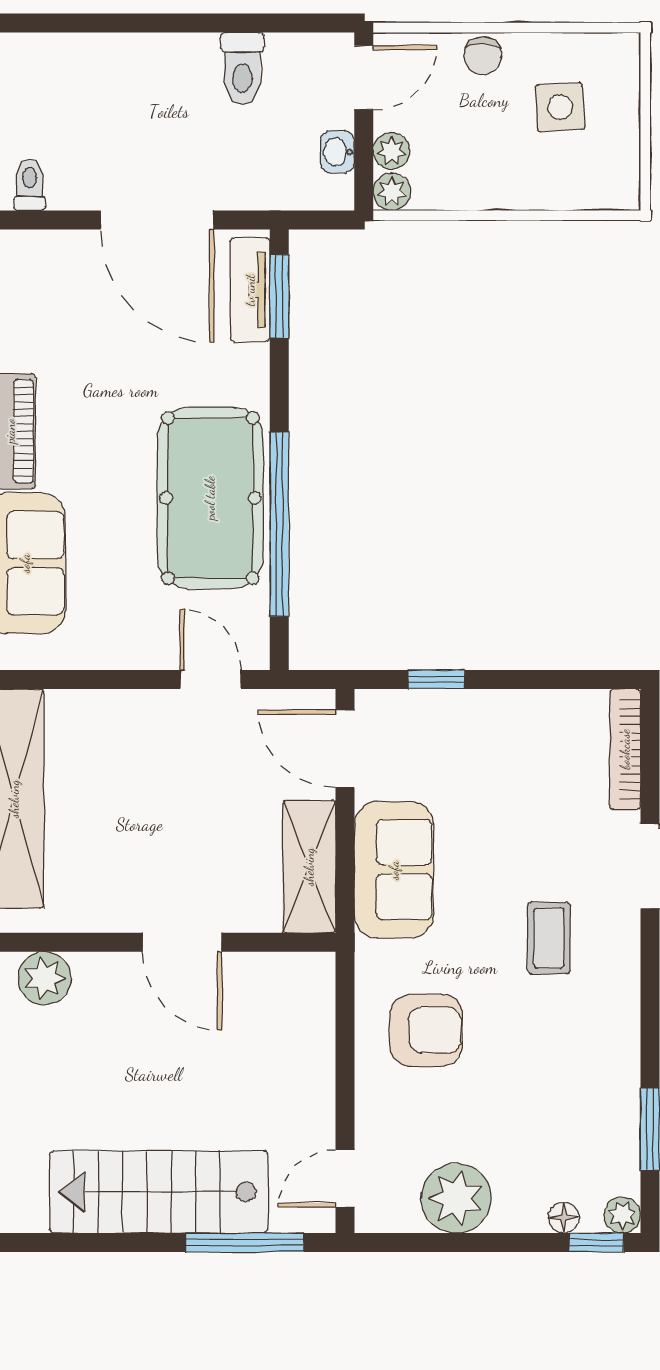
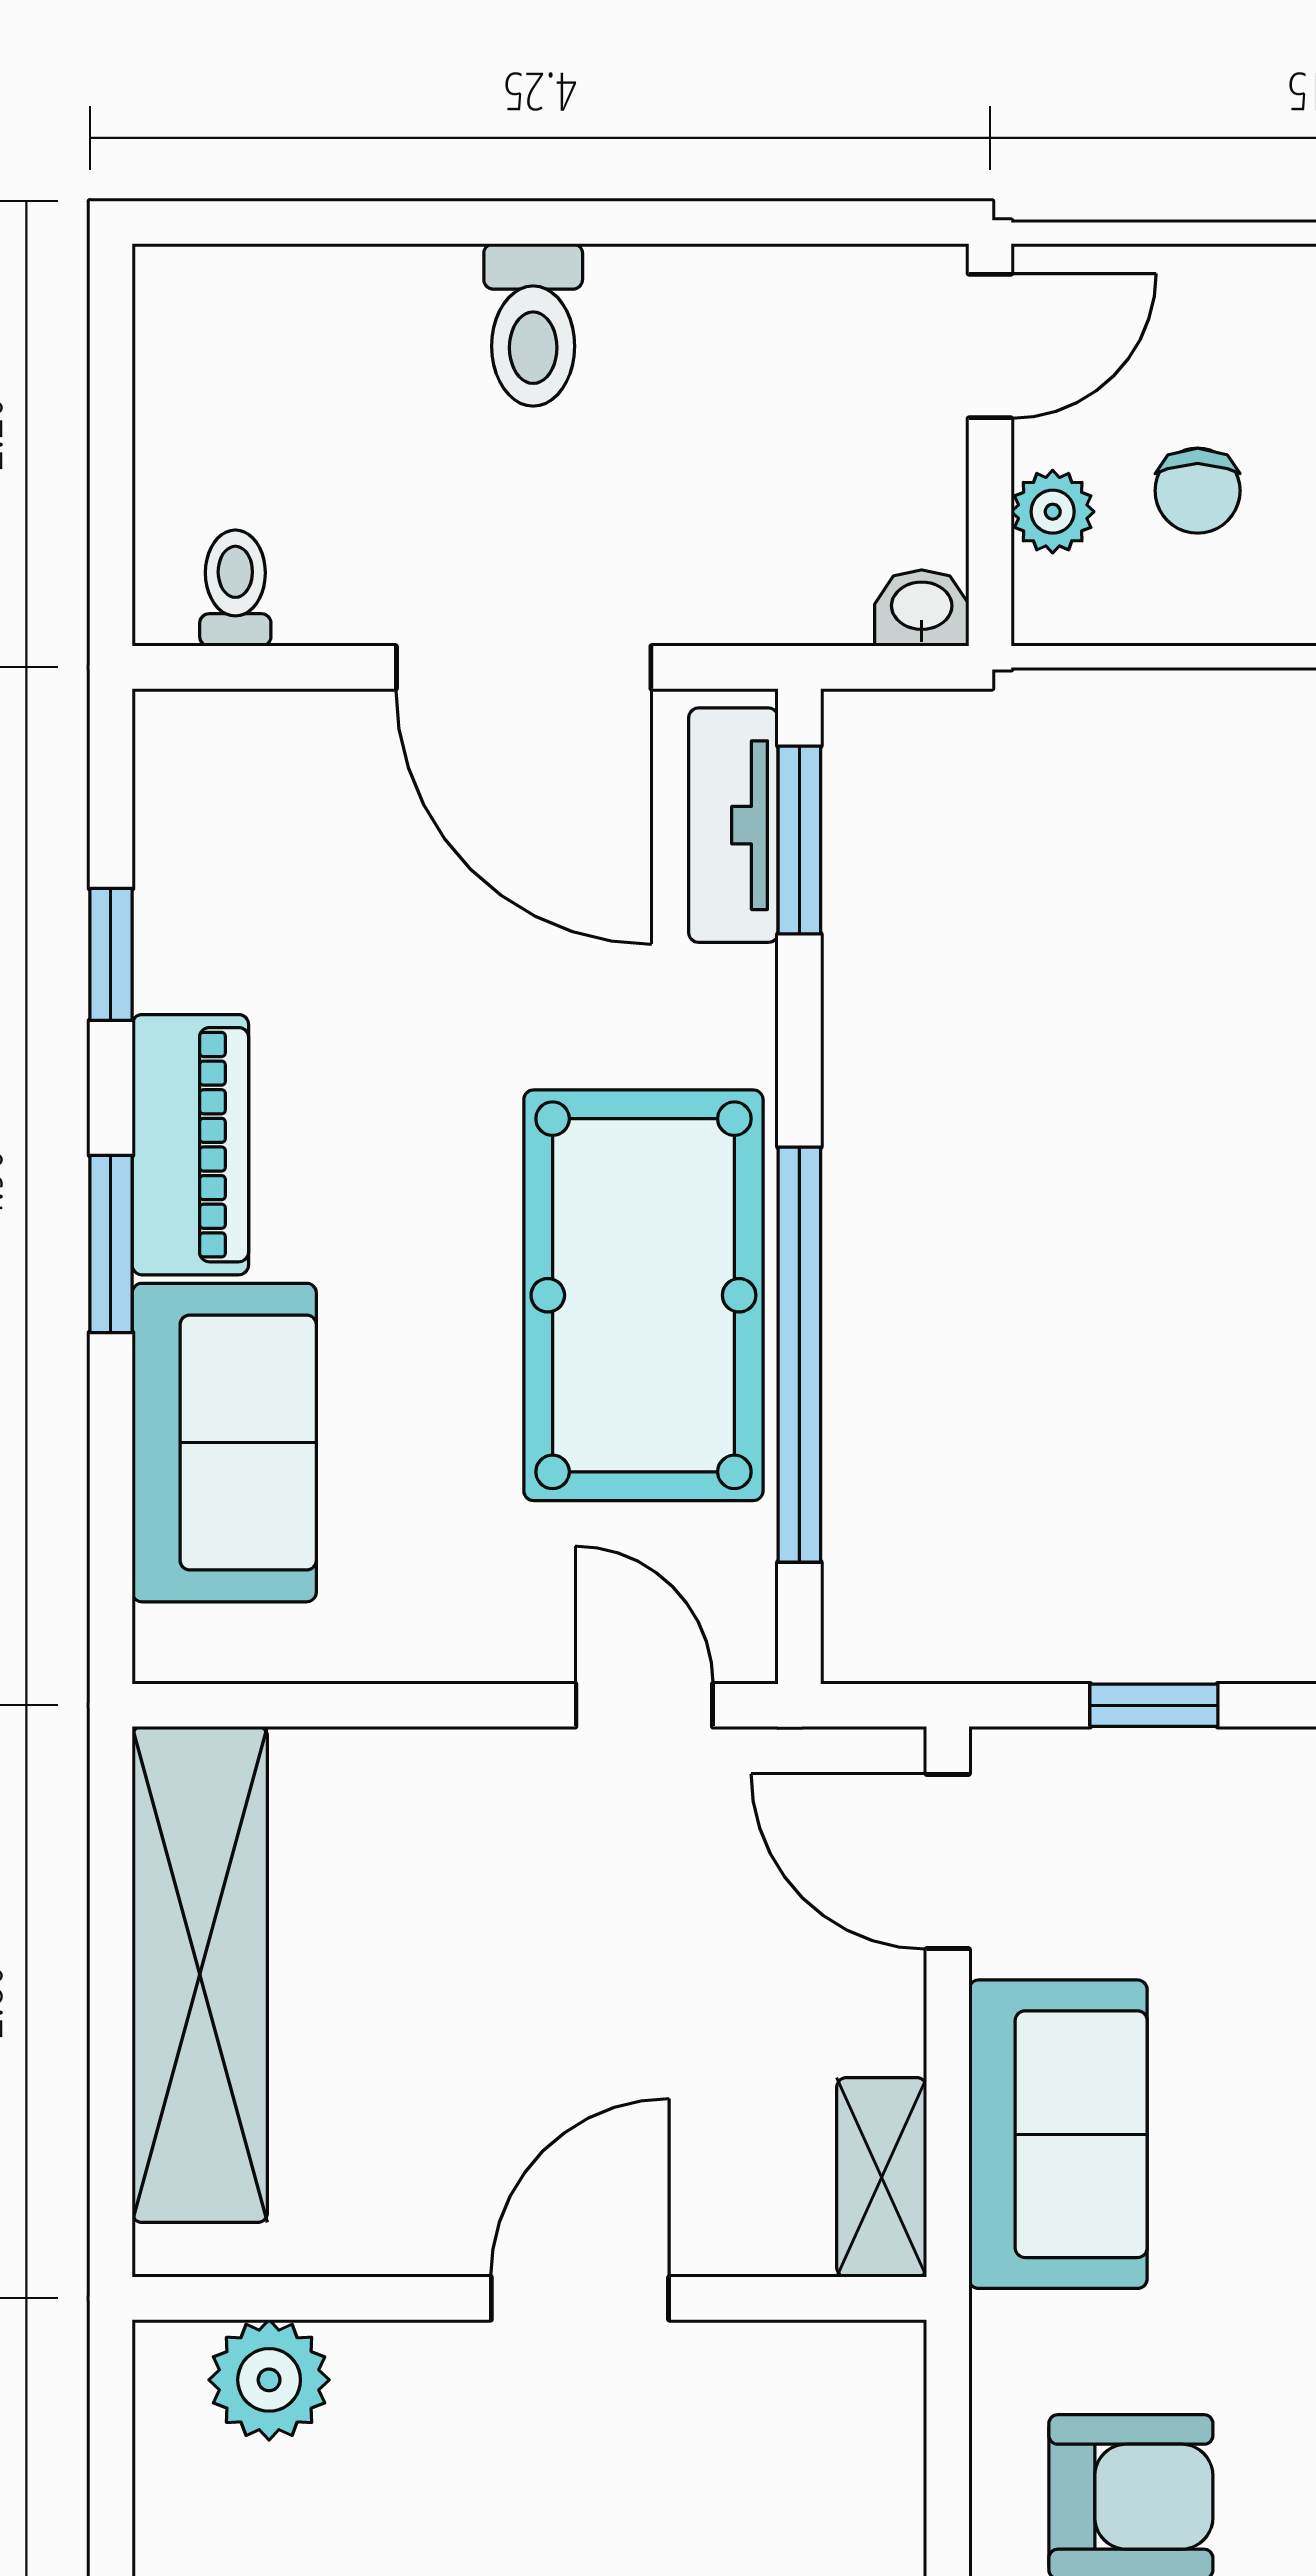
chair: (483, 56) -> (1198, 491), moved
toilet: (242, 68) -> (533, 325), moved
washbasin: (338, 152) -> (922, 608), moved, turned 90
plant: (392, 192) -> (1054, 604), removed
shelving: (309, 867) -> (882, 2177), width x0.67, depth x0.75
door: (182, 942) -> (580, 2298), swing flipped

